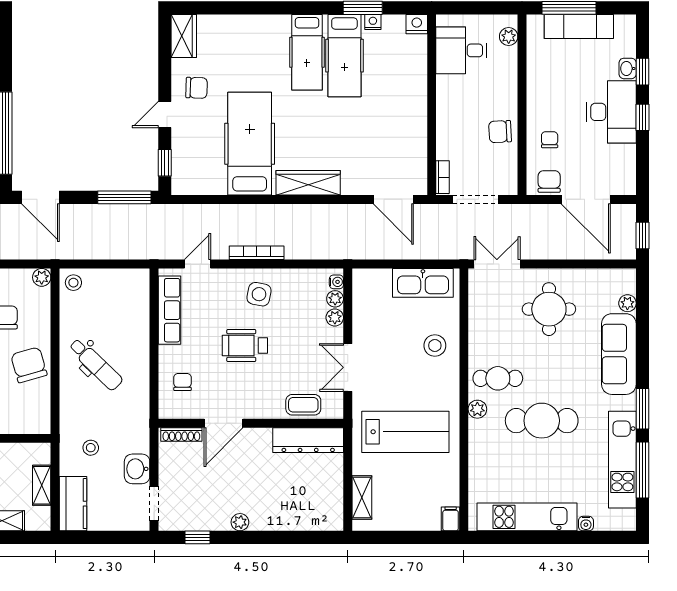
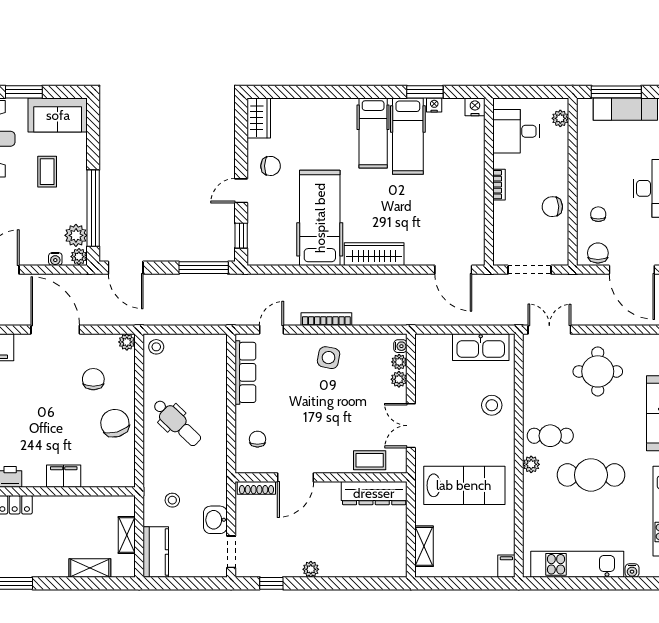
bookcase: (443, 177) -> (499, 185), moved
wheelchair: (245, 346) -> (315, 405), removed

